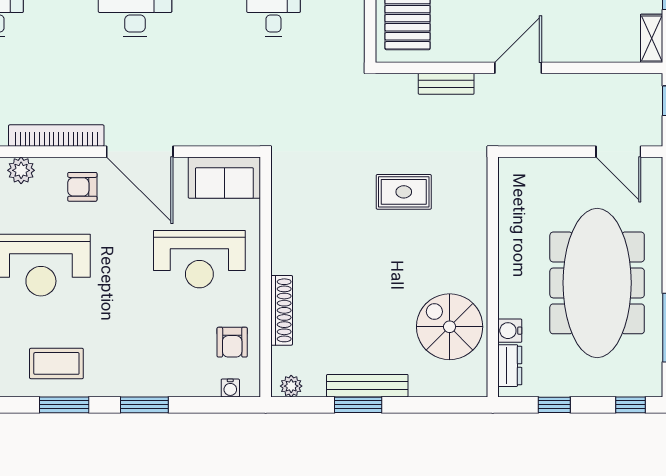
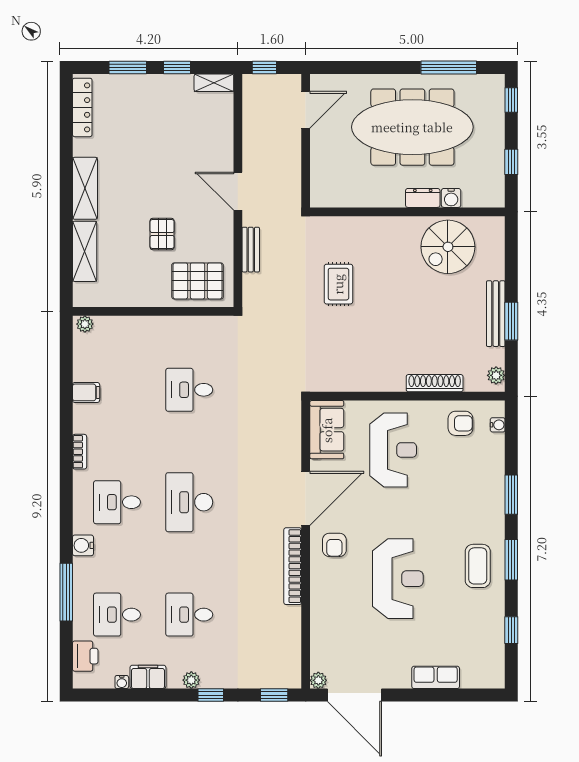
plant: (21, 170) -> (321, 595), removed
dresser: (510, 366) -> (423, 198), moved

